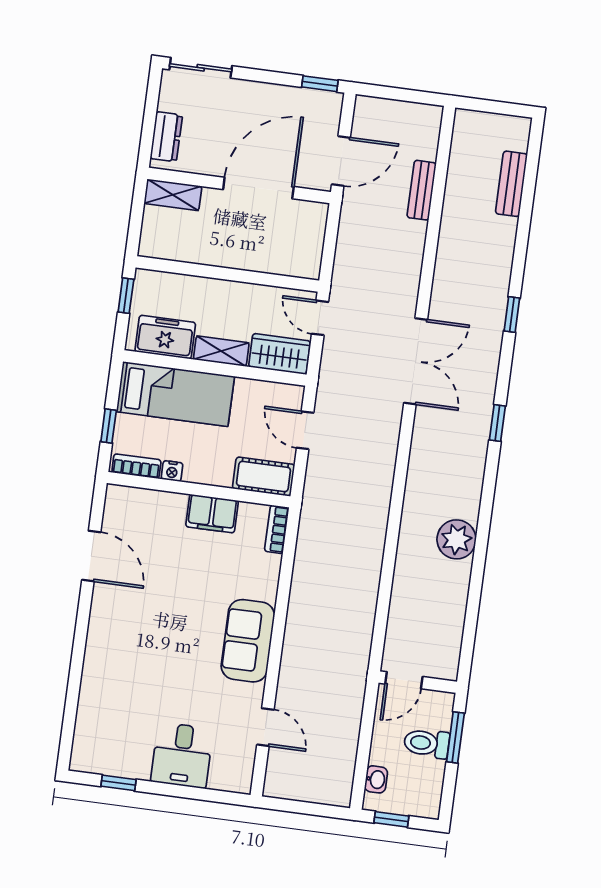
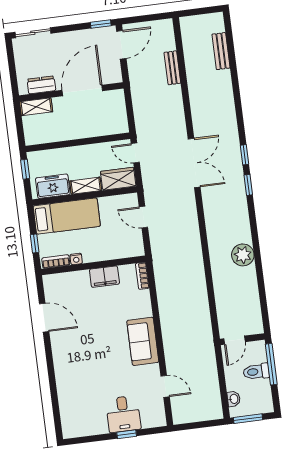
dresser: (166, 137) -> (41, 85), moved, turned -90
door: (341, 161) -> (121, 45), moved
window: (512, 314) -> (244, 155), moved
cot: (263, 477) -> (127, 249), removed
window: (455, 737) -> (271, 364), width x1.44
window: (118, 783) -> (127, 434), moved
window: (391, 819) -> (248, 419), width x1.50

